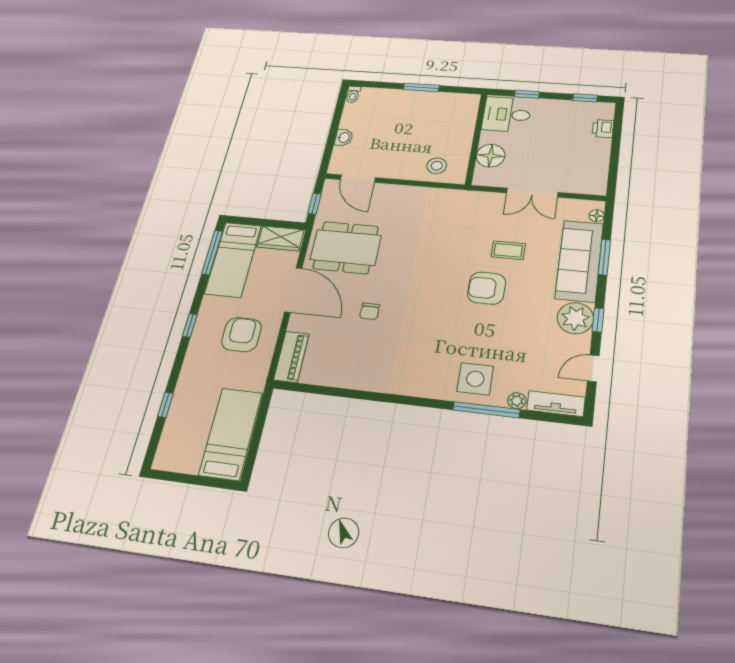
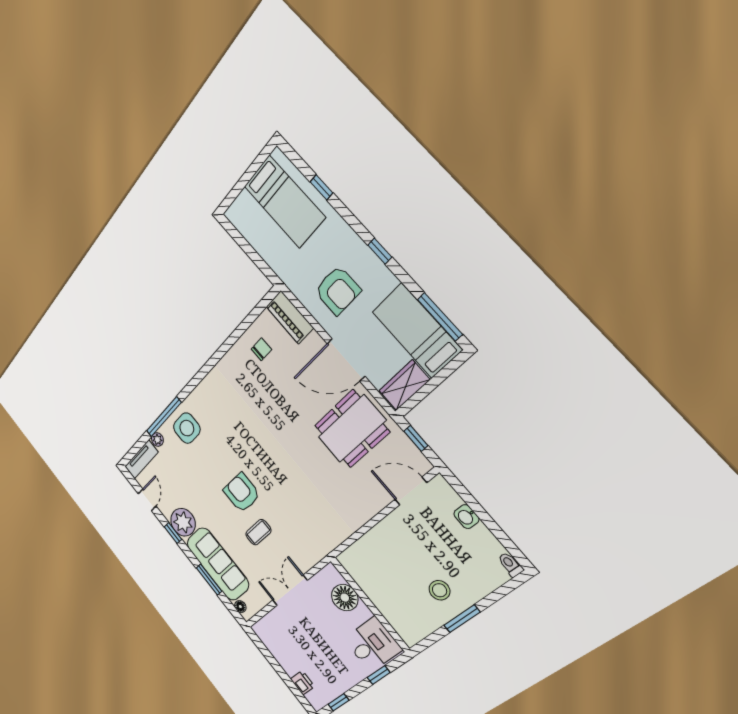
stool: (437, 166) -> (439, 590), moved
armchair: (487, 288) -> (242, 493), turned -90
chair: (370, 311) -> (261, 349), moved, turned 90
bed: (231, 434) -> (284, 202), moved

